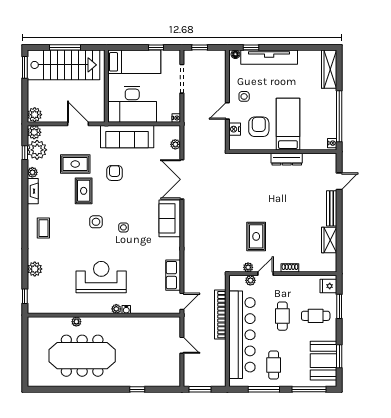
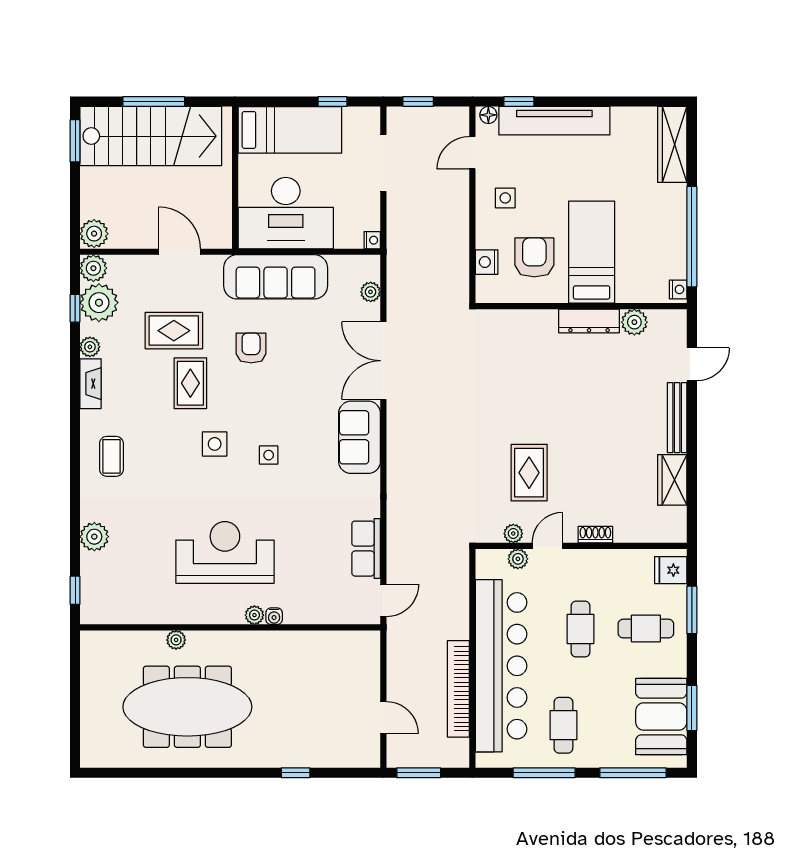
door: (227, 111) -> (472, 153), moved
plant: (310, 160) -> (634, 322), added
bookcase: (220, 315) -> (458, 689), moved
door: (182, 345) -> (383, 718), moved

